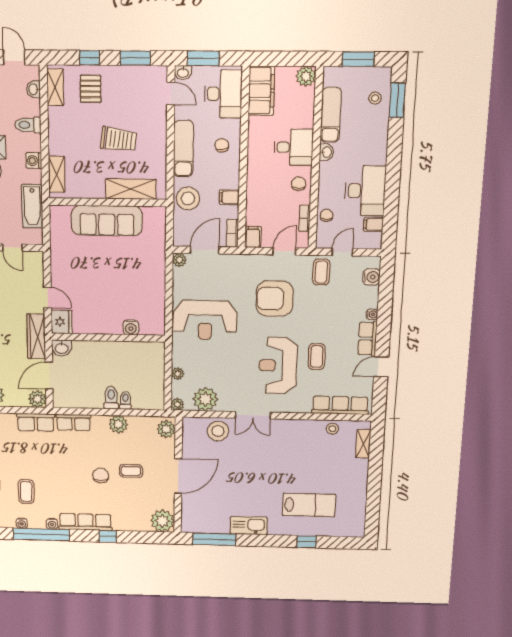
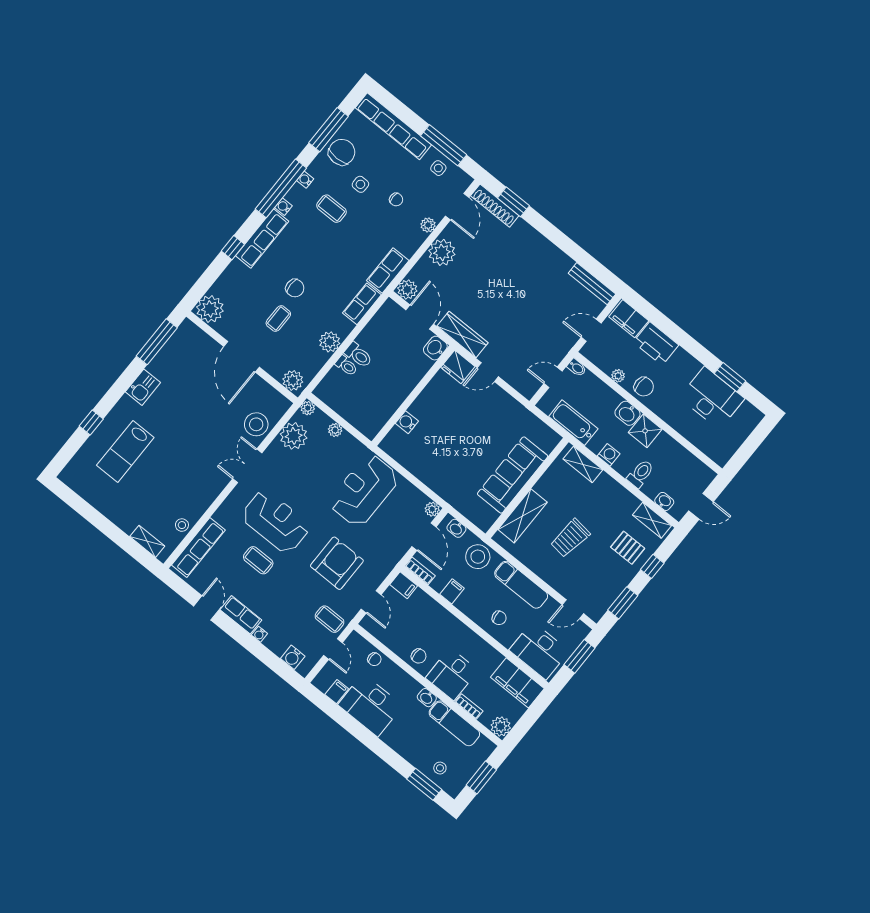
washbasin: (183, 73) -> (456, 528), moved, turned -90
bookcase: (305, 218) -> (469, 706), moved
kitchen sink: (249, 526) -> (143, 387), width x0.73

